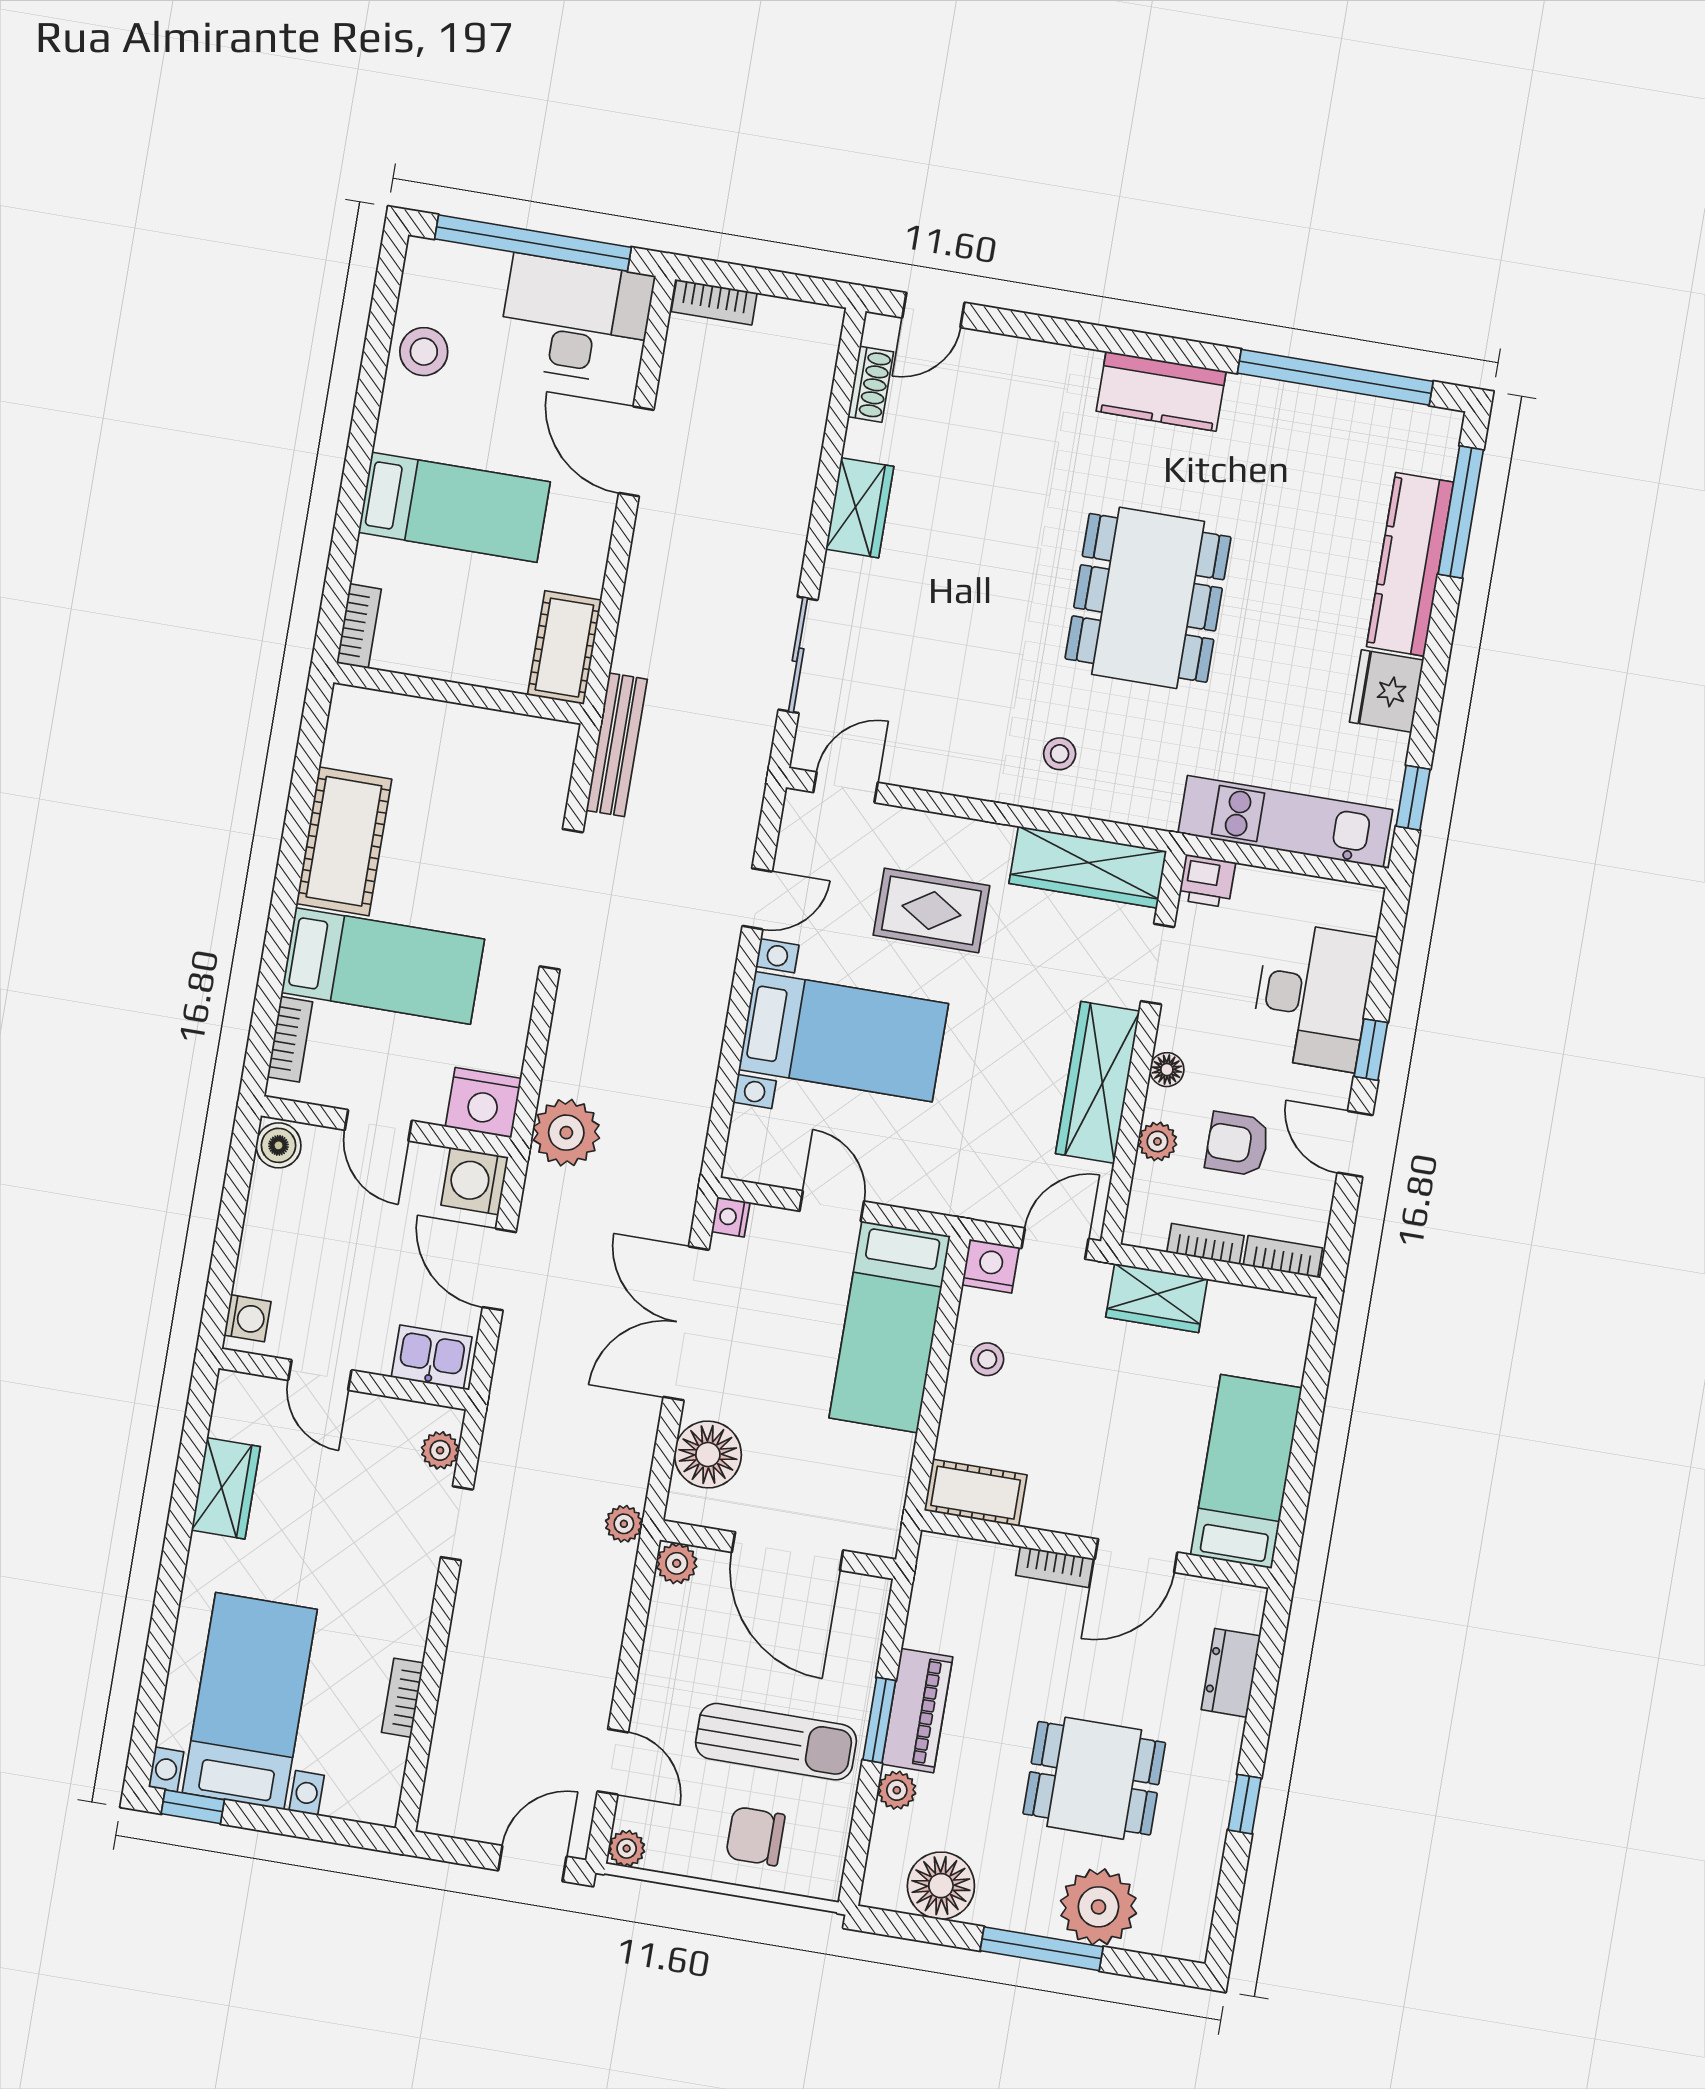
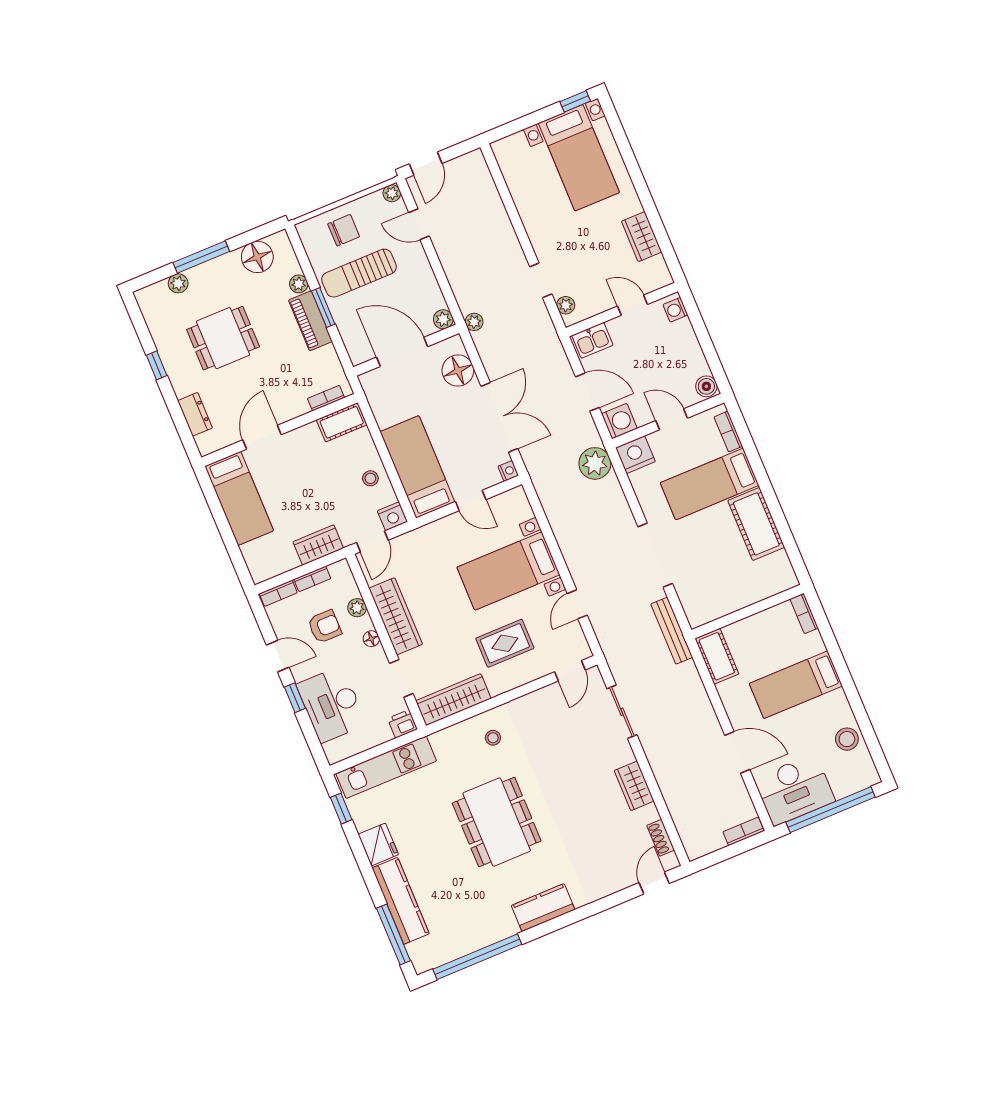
bookcase: (1054, 1567) -> (326, 398), moved
bookcase: (403, 1698) -> (519, 197), removed
plant: (1098, 1907) -> (178, 283), width x0.53, depth x0.53

